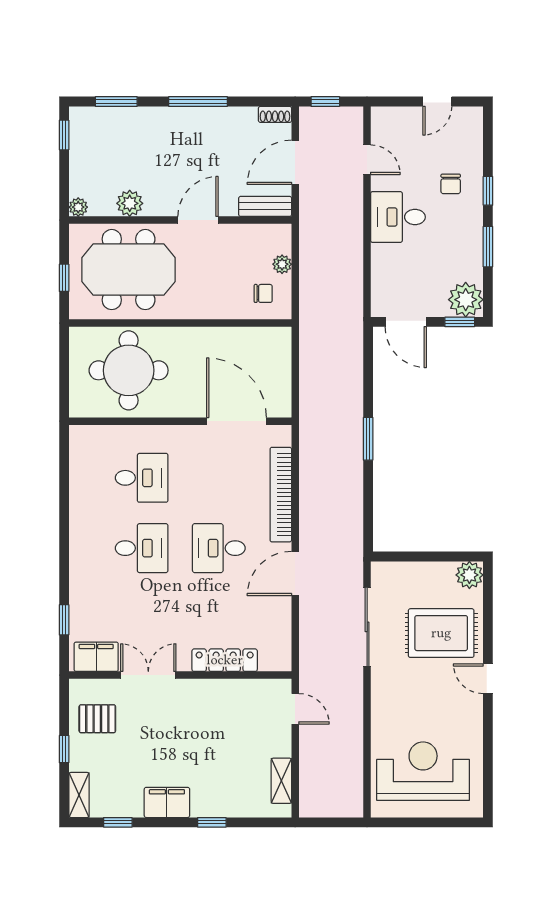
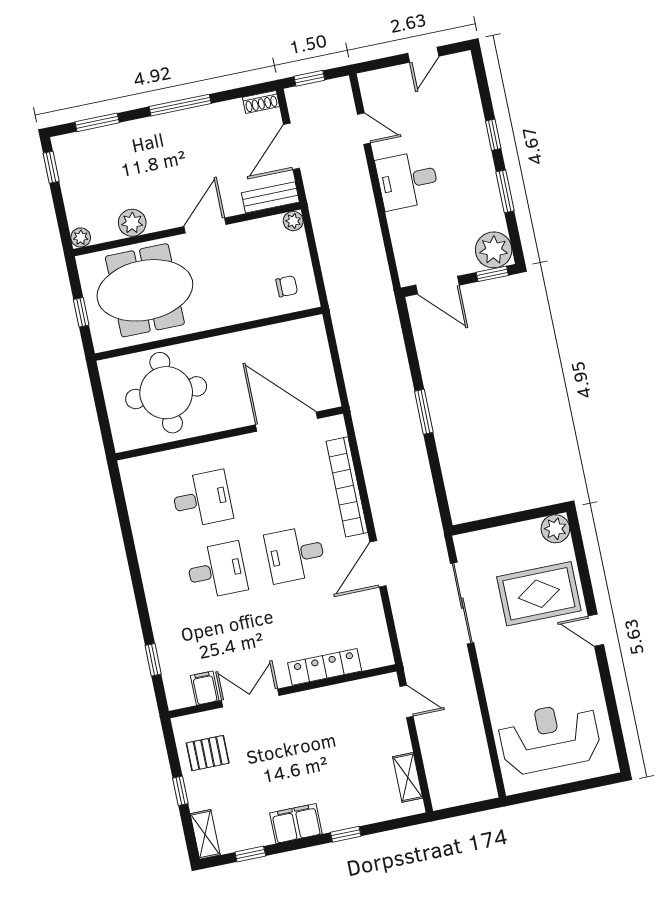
chair: (451, 184) -> (454, 136), removed
plant: (282, 264) -> (293, 221), moved
filing cabinet: (96, 657) -> (205, 688), width x0.50

